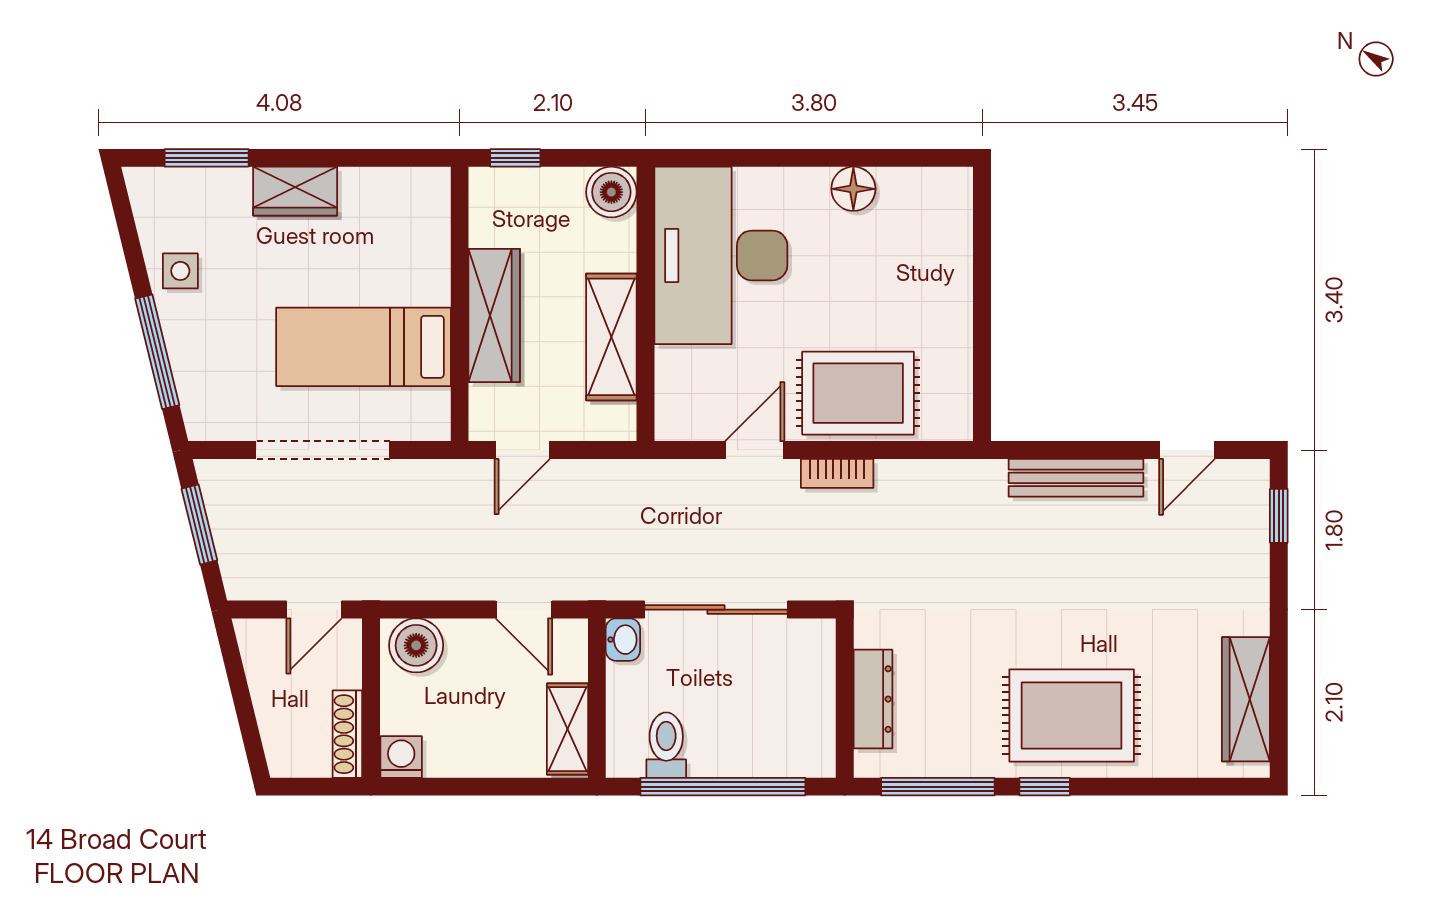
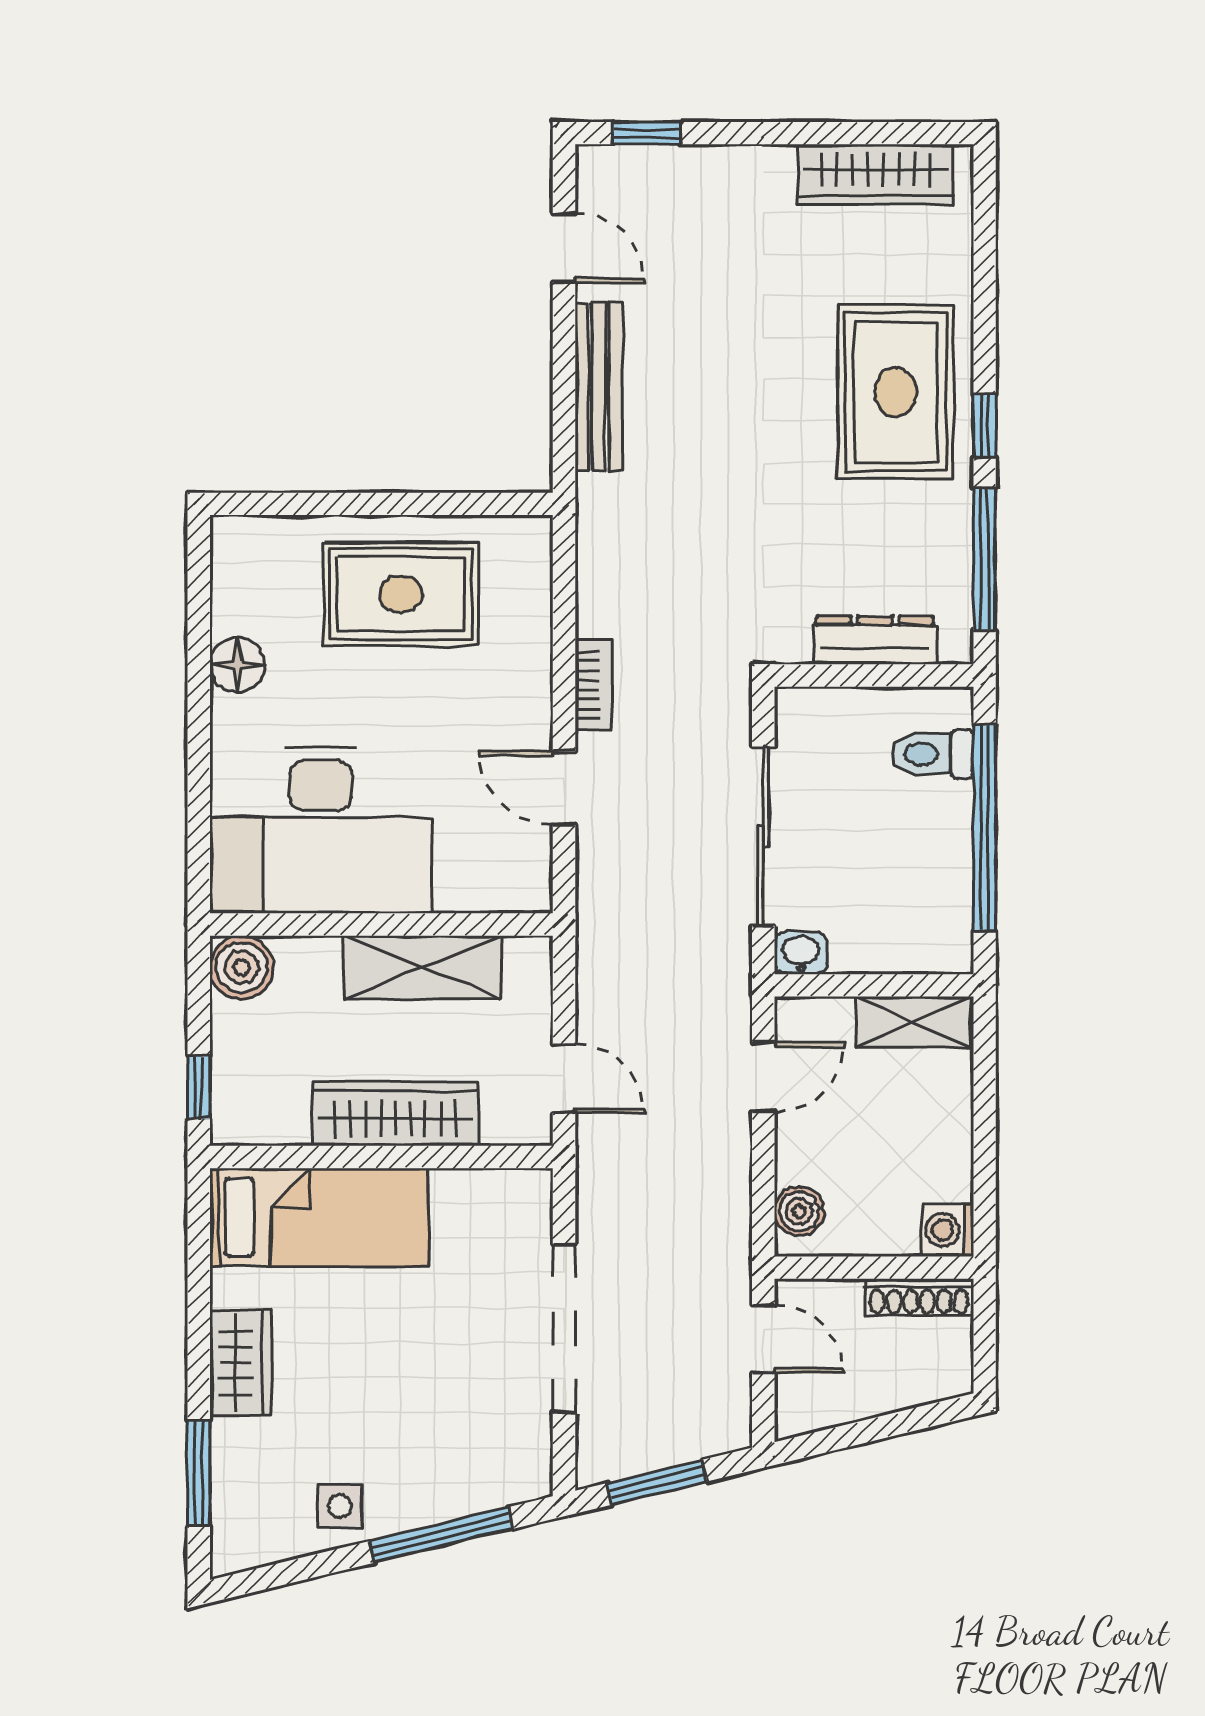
bed: (363, 347) -> (319, 1217), moved, turned -90
rug: (858, 393) -> (401, 594), moved, turned 90
boiler: (416, 645) -> (799, 1211), width x0.73, depth x0.73
toilet: (666, 745) -> (933, 754), moved

